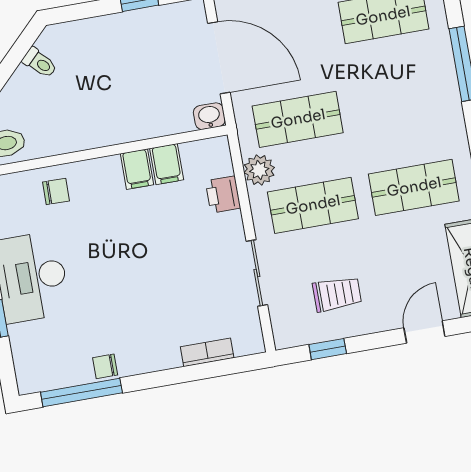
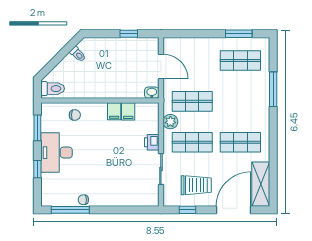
door: (219, 58) -> (161, 66), width x0.73
printer: (223, 195) -> (152, 142), moved
trolley: (337, 294) -> (196, 185), width x1.36, depth x1.39
door: (424, 332) -> (234, 210), width x1.88
bookcase: (207, 352) -> (132, 202), removed

